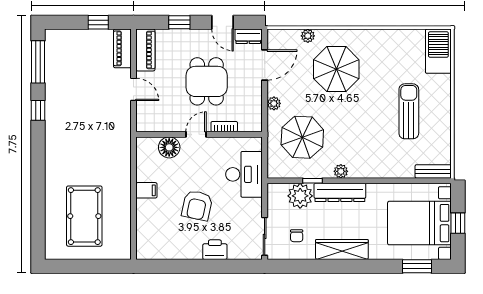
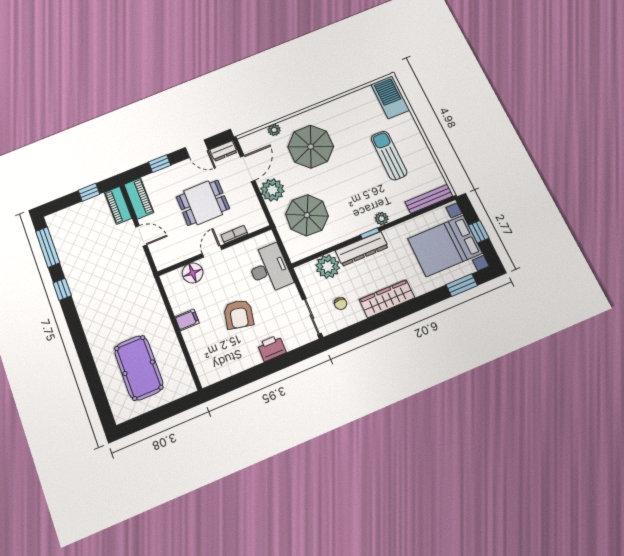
dining table: (207, 81) -> (203, 203), turned 90
plant: (274, 103) -> (272, 190), width x1.87, depth x1.87
plant: (341, 171) -> (382, 219), moved
bench: (433, 171) -> (429, 199), width x1.36
window: (313, 181) -> (370, 233), moved

